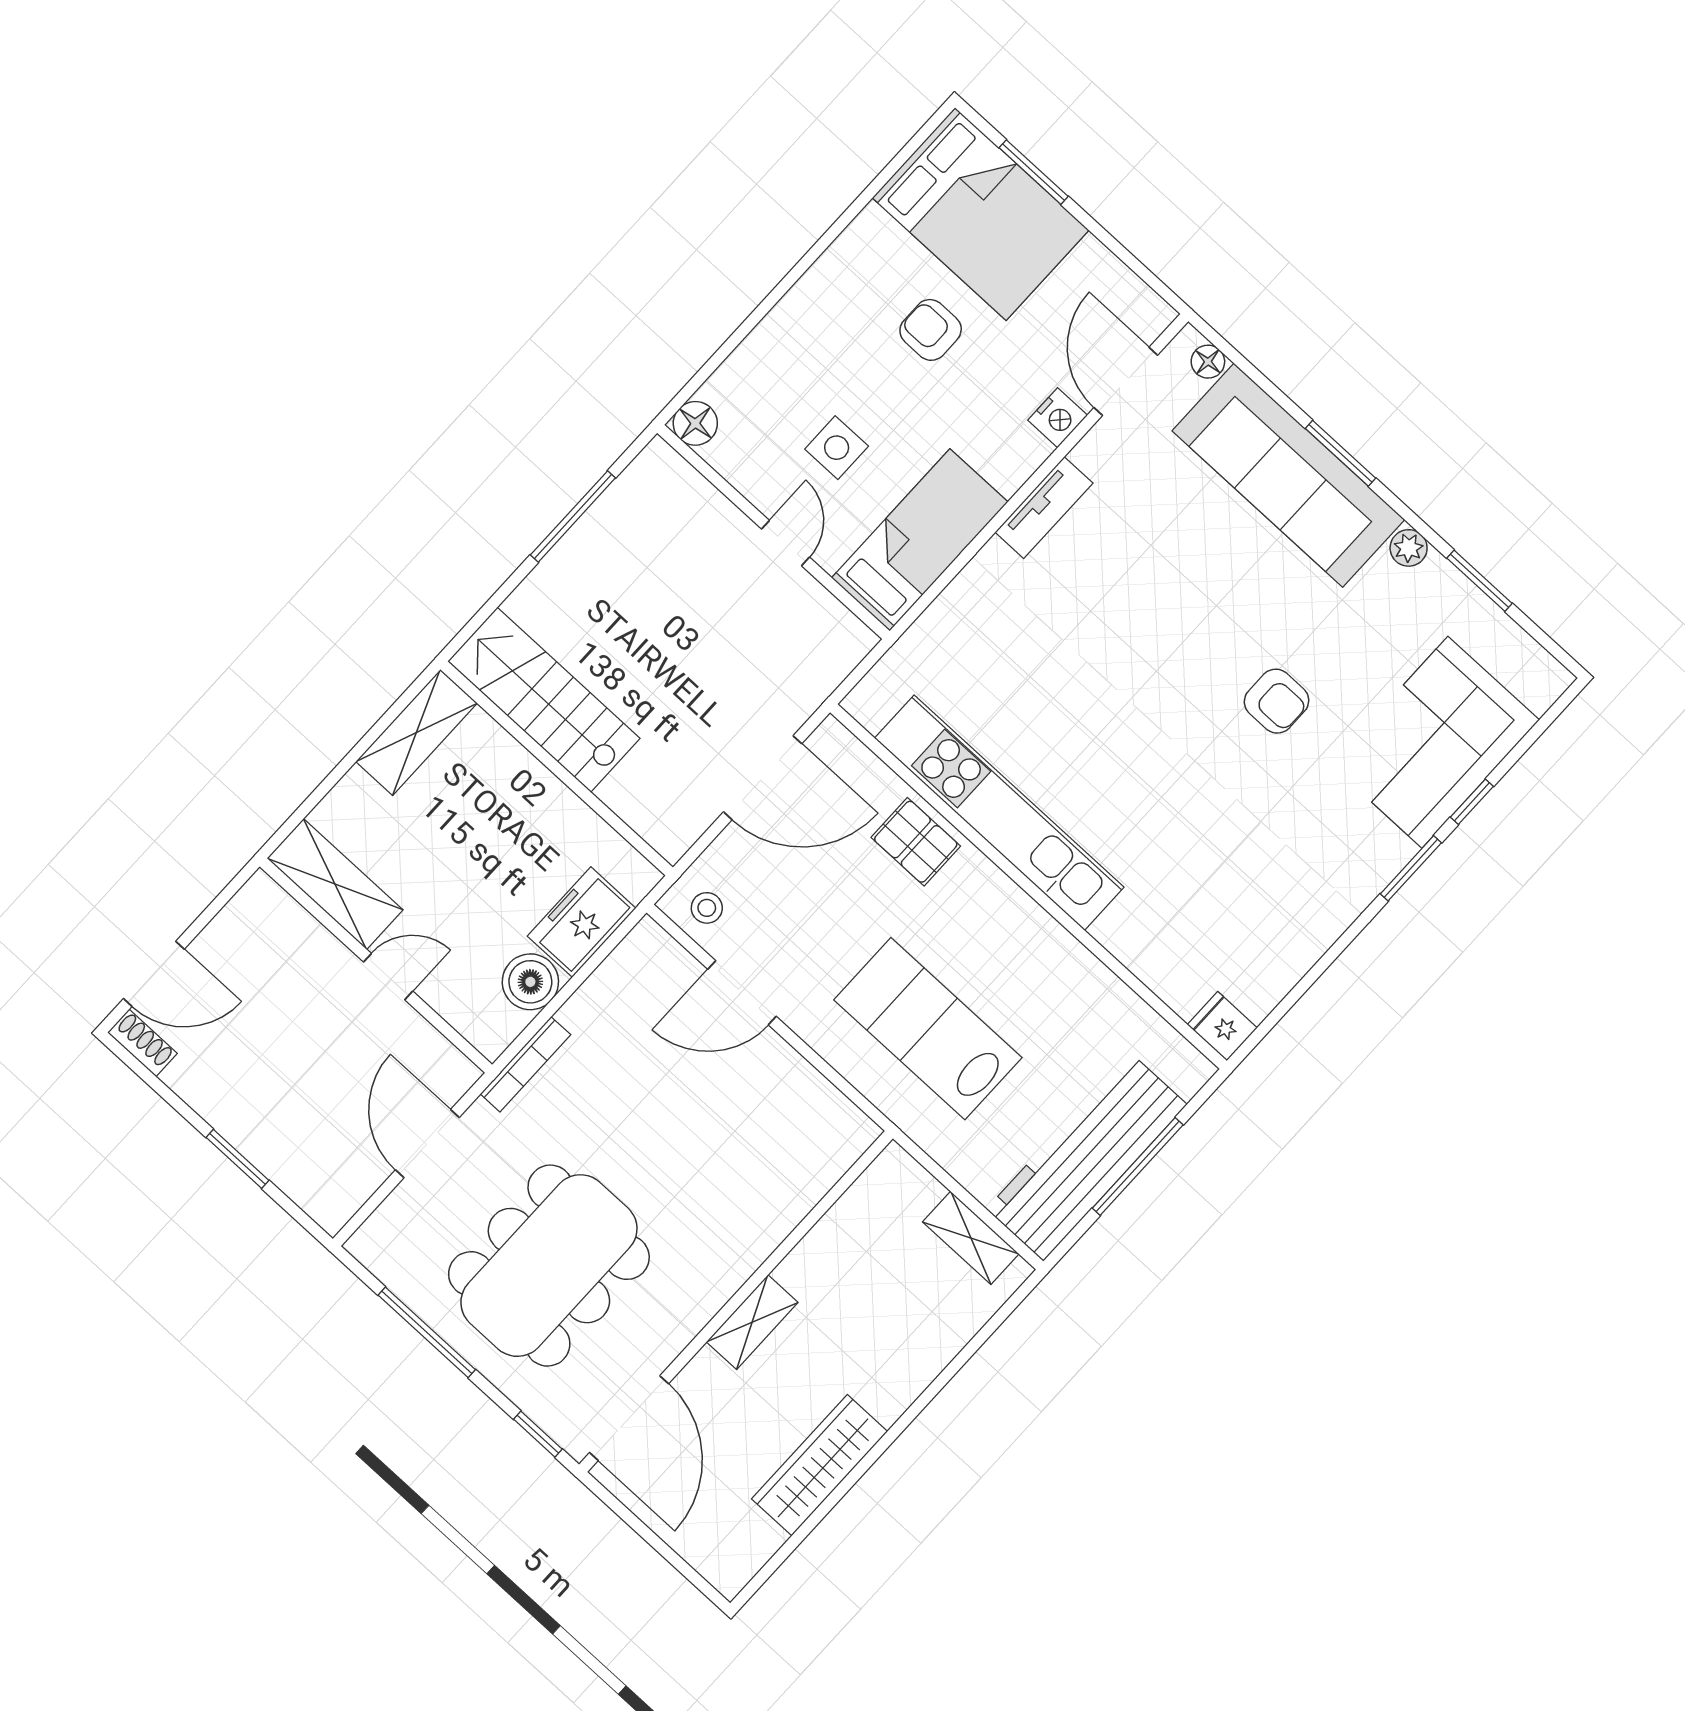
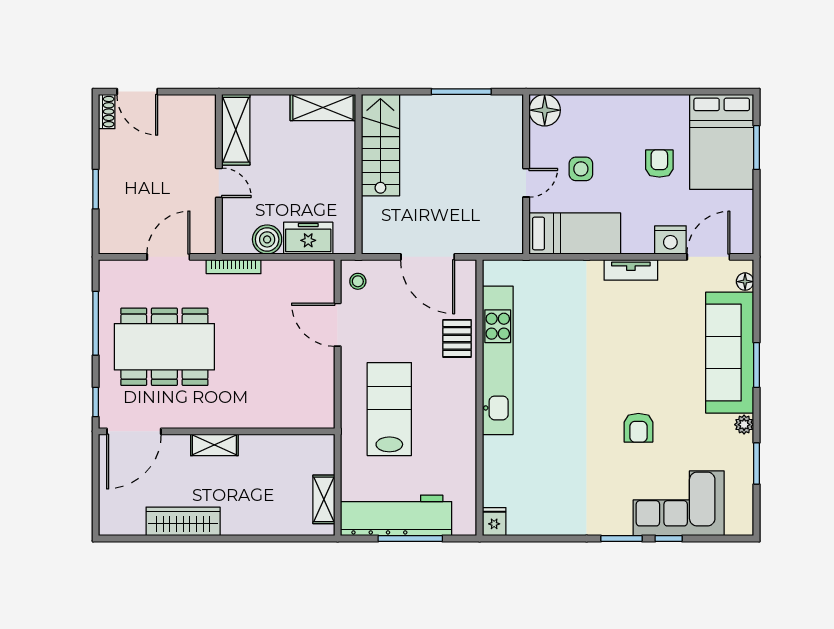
nightstand: (1058, 418) -> (670, 240), width x1.36, depth x1.33
floor lamp: (695, 423) -> (545, 110), width x1.38, depth x1.38

